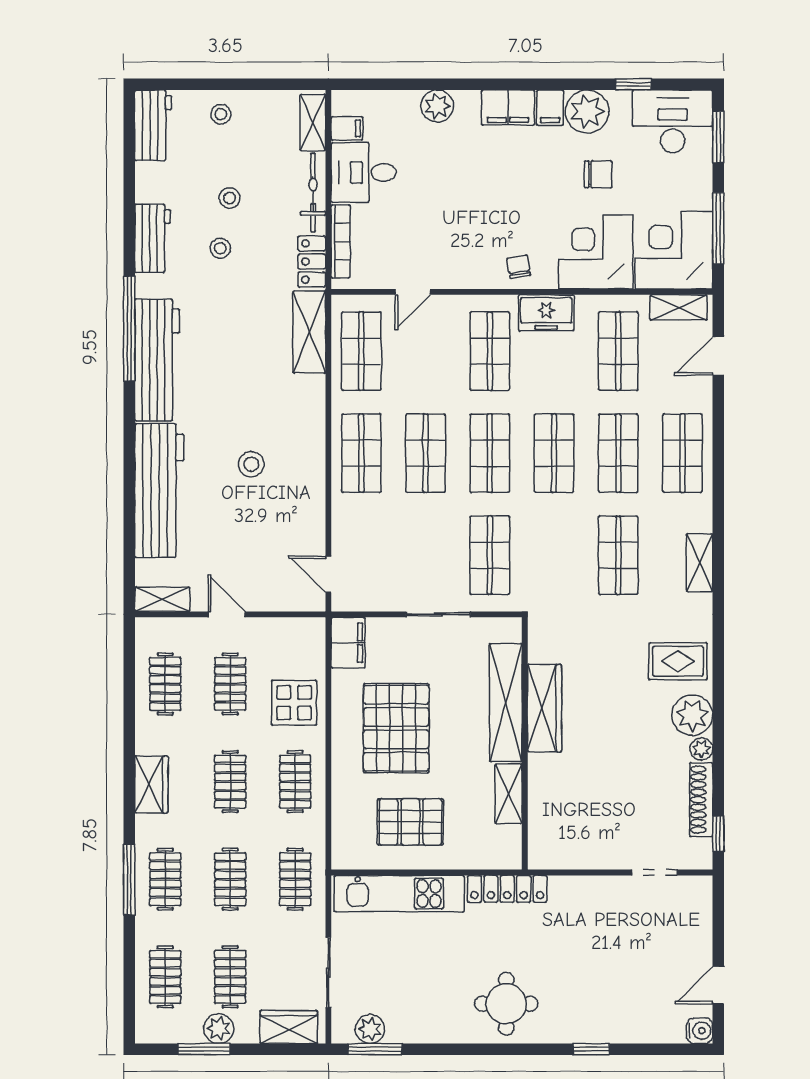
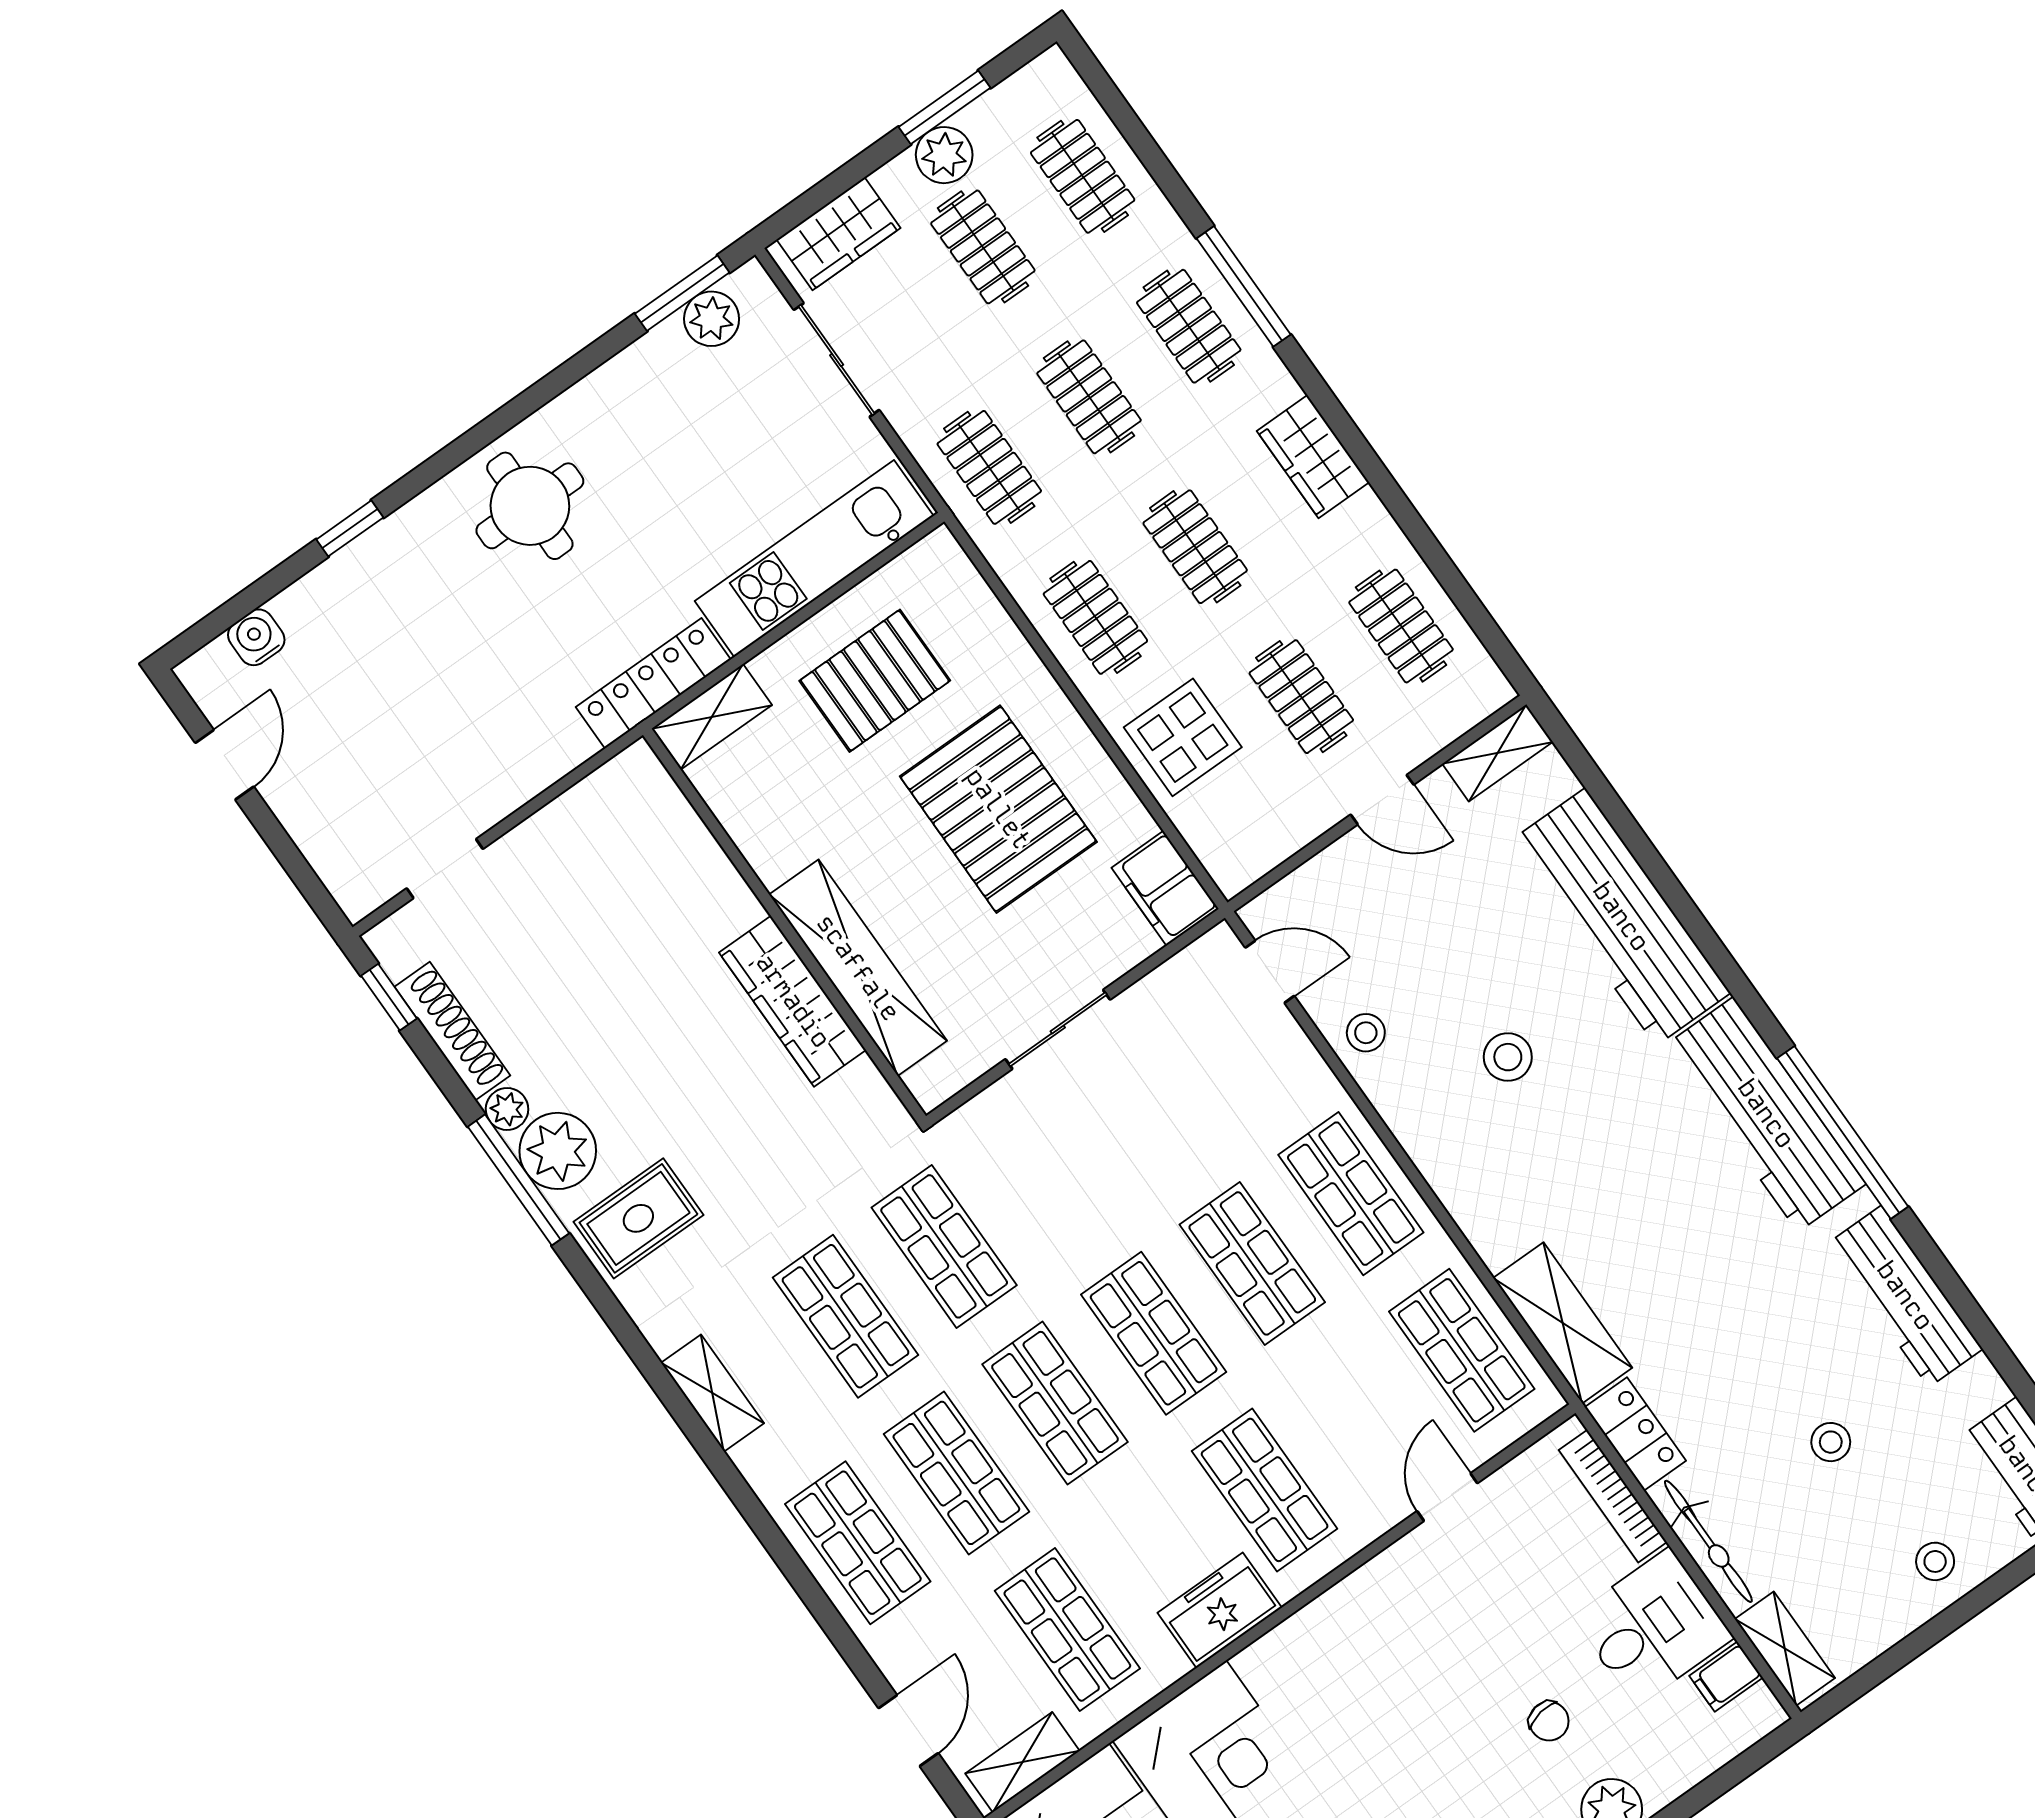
workbench: (152, 238) -> (1905, 1296), width x1.38
stool: (220, 248) -> (1366, 1033), moved
chair: (519, 267) -> (1549, 1721), moved
shop shelf: (490, 555) -> (944, 1246), moved
window: (718, 715) -> (518, 1180), added
shelving: (508, 794) -> (712, 717), moved, turned 90
water cooler: (700, 1031) -> (256, 637), moved, turned 90

